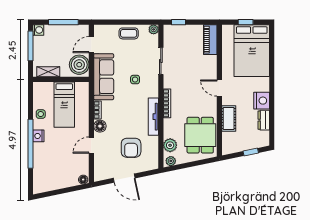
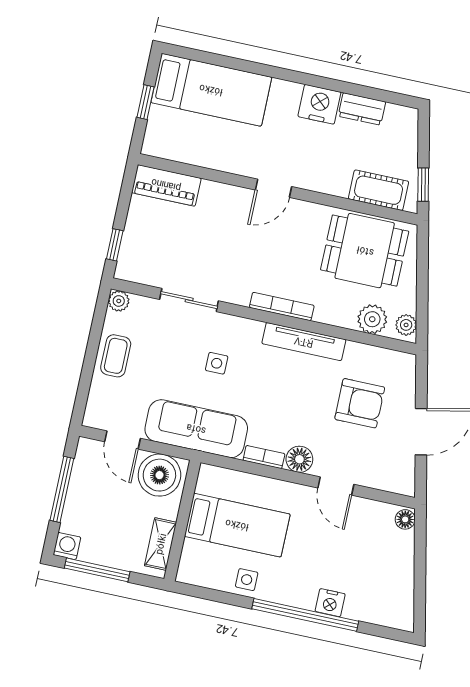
bed: (252, 51) -> (211, 90), width x0.67
cot: (229, 118) -> (379, 190), moved
nightstand: (38, 136) -> (330, 603), moved
window: (251, 152) -> (423, 185), moved

